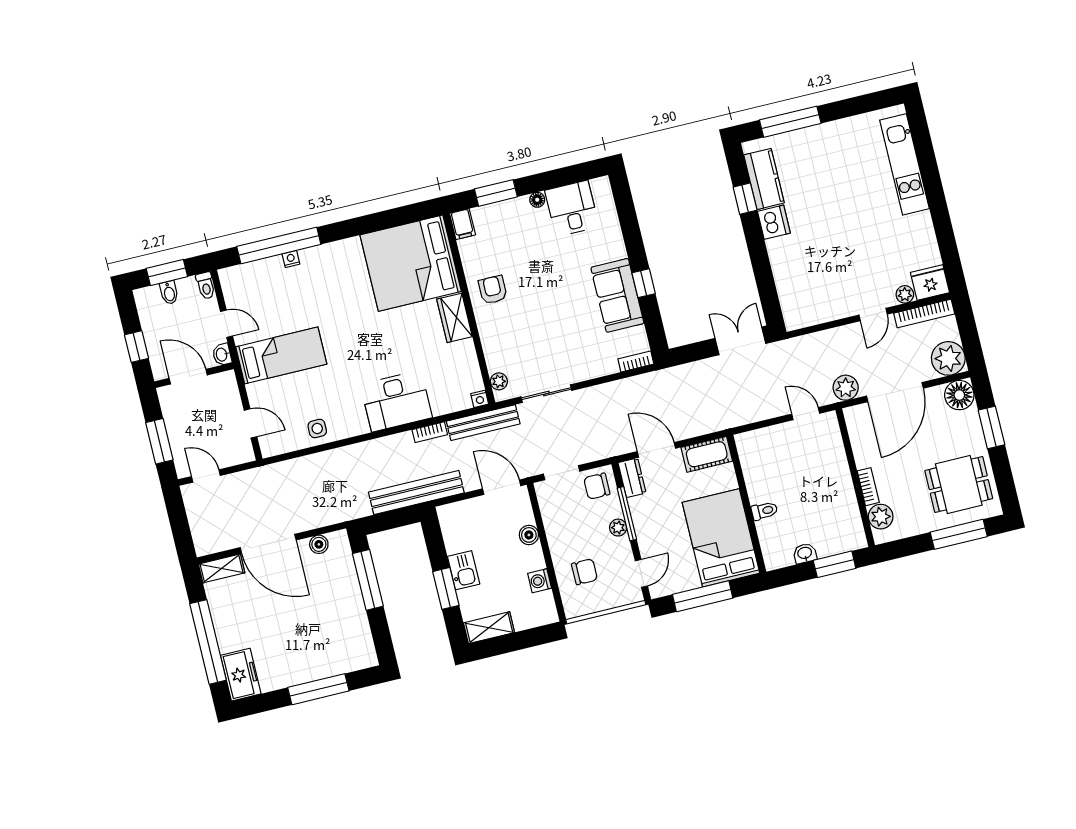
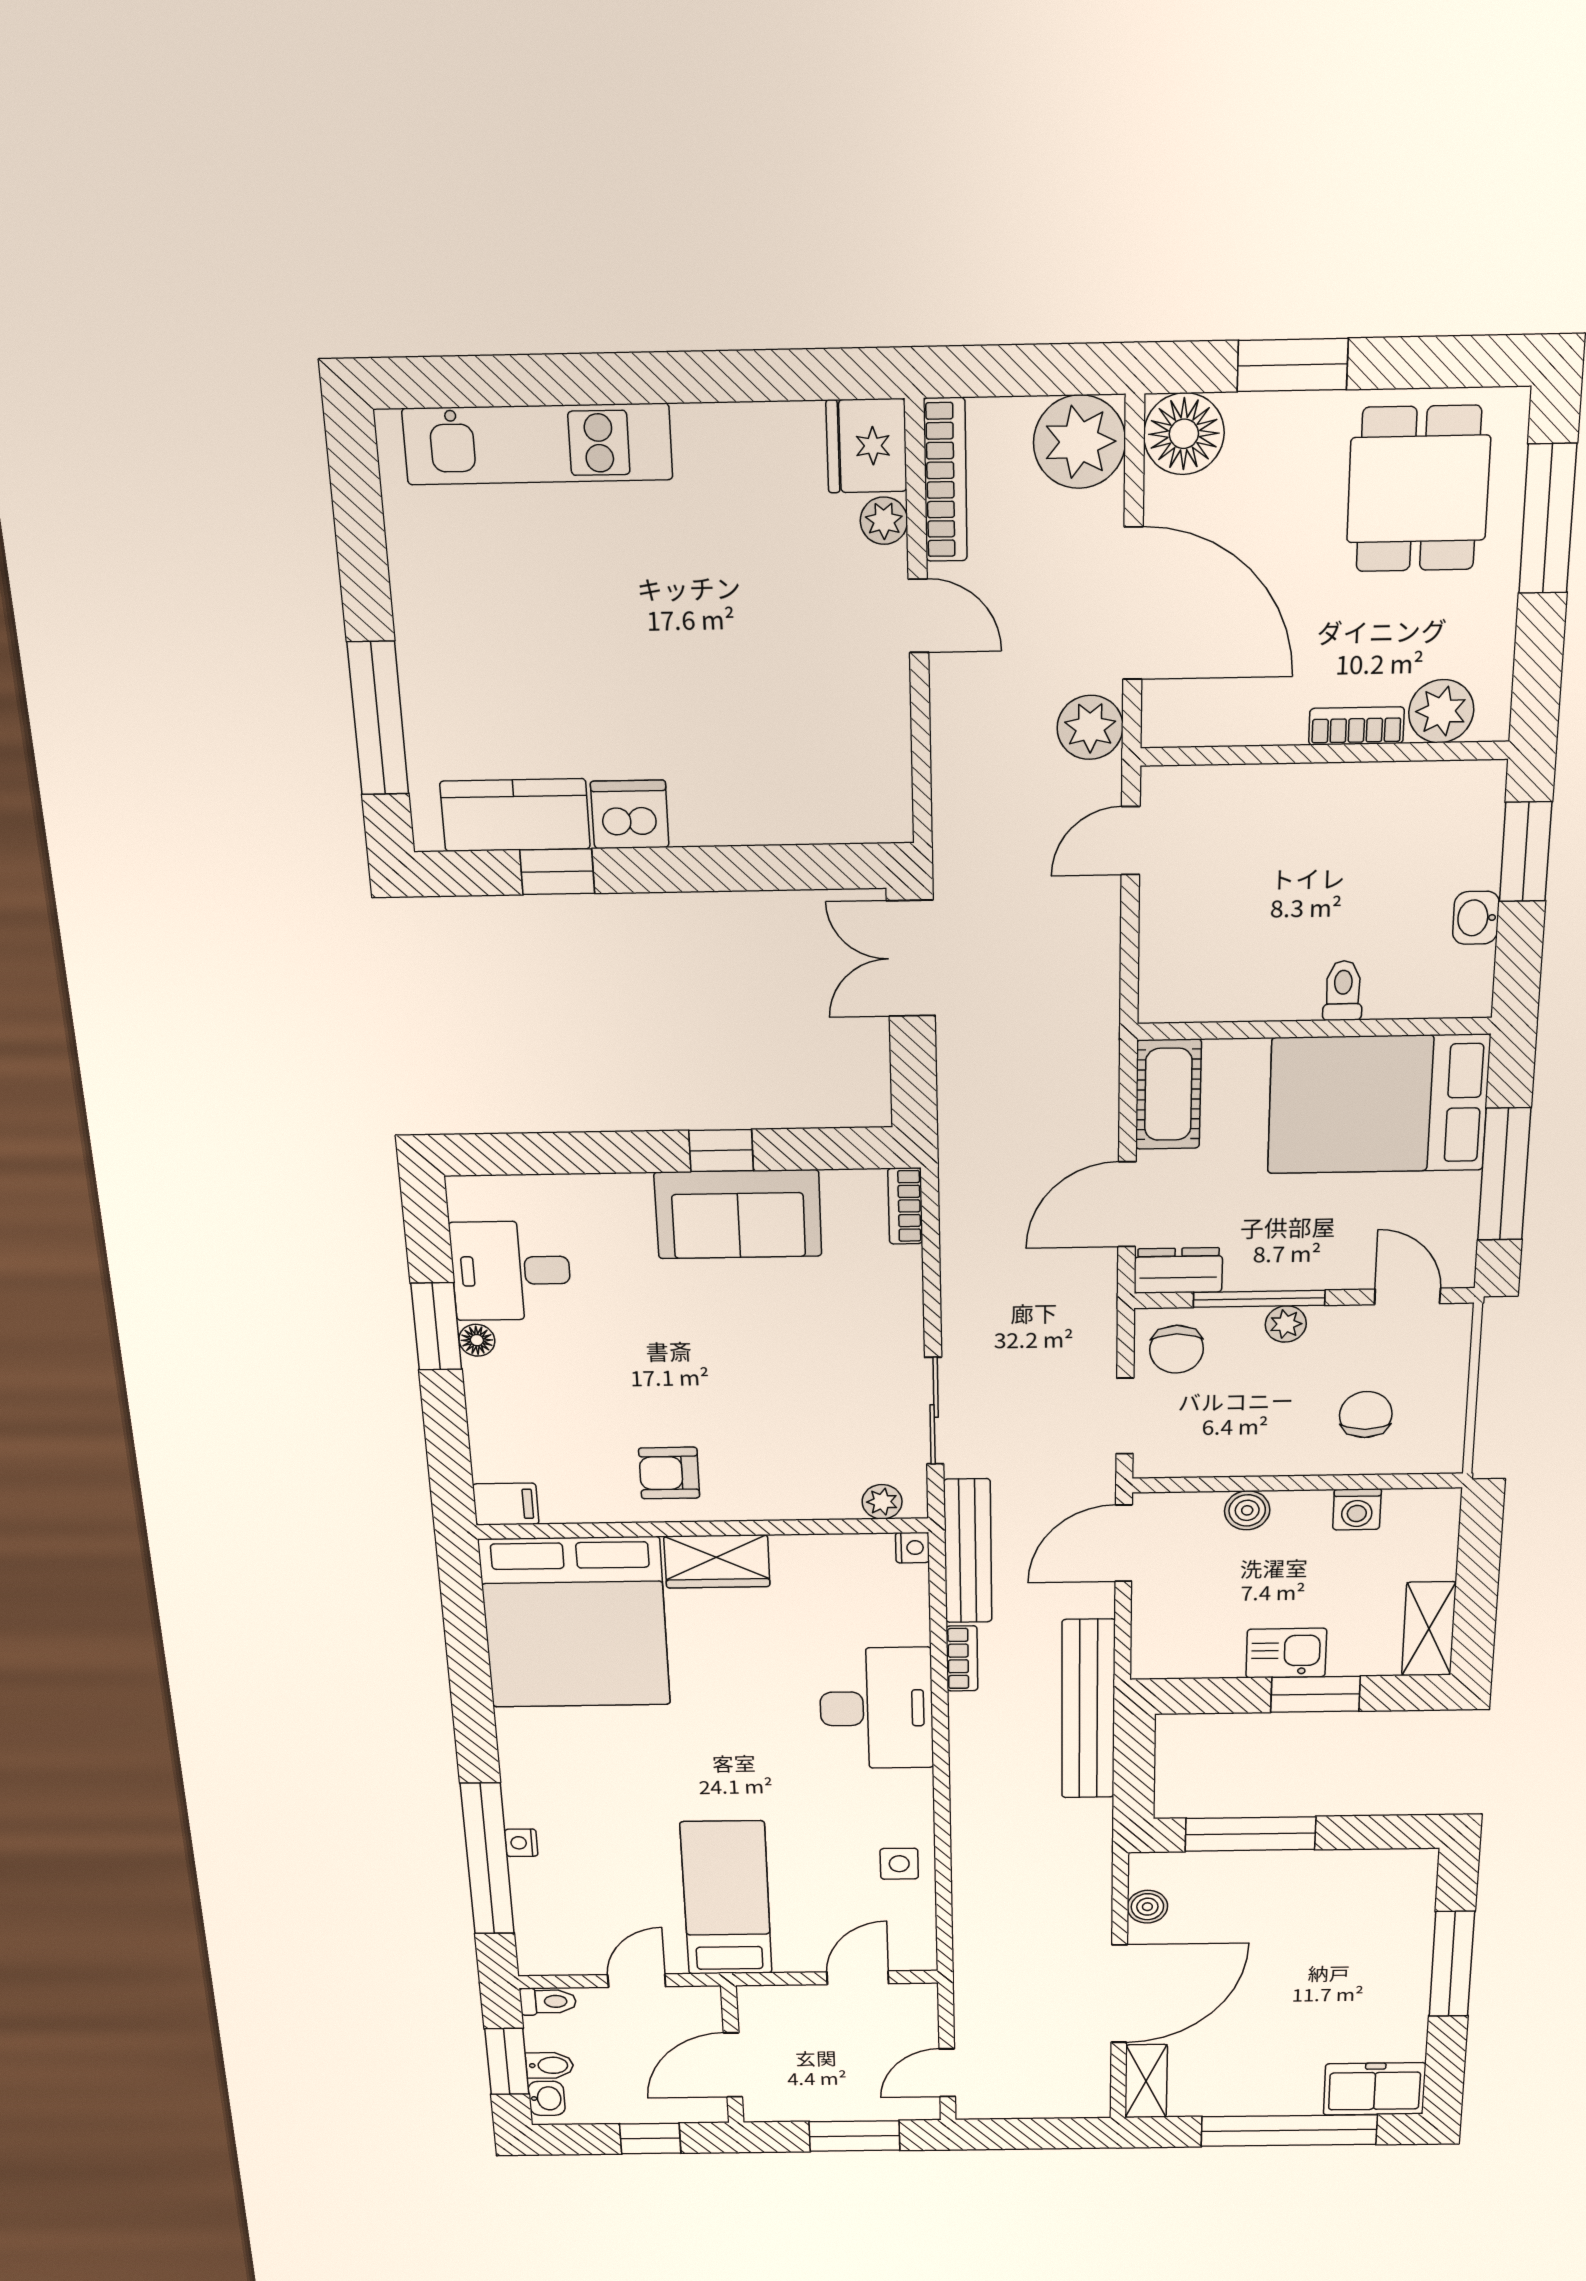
window: (496, 193) -> (436, 1326), moved
washbasin: (222, 355) -> (547, 2098), moved, turned -90

